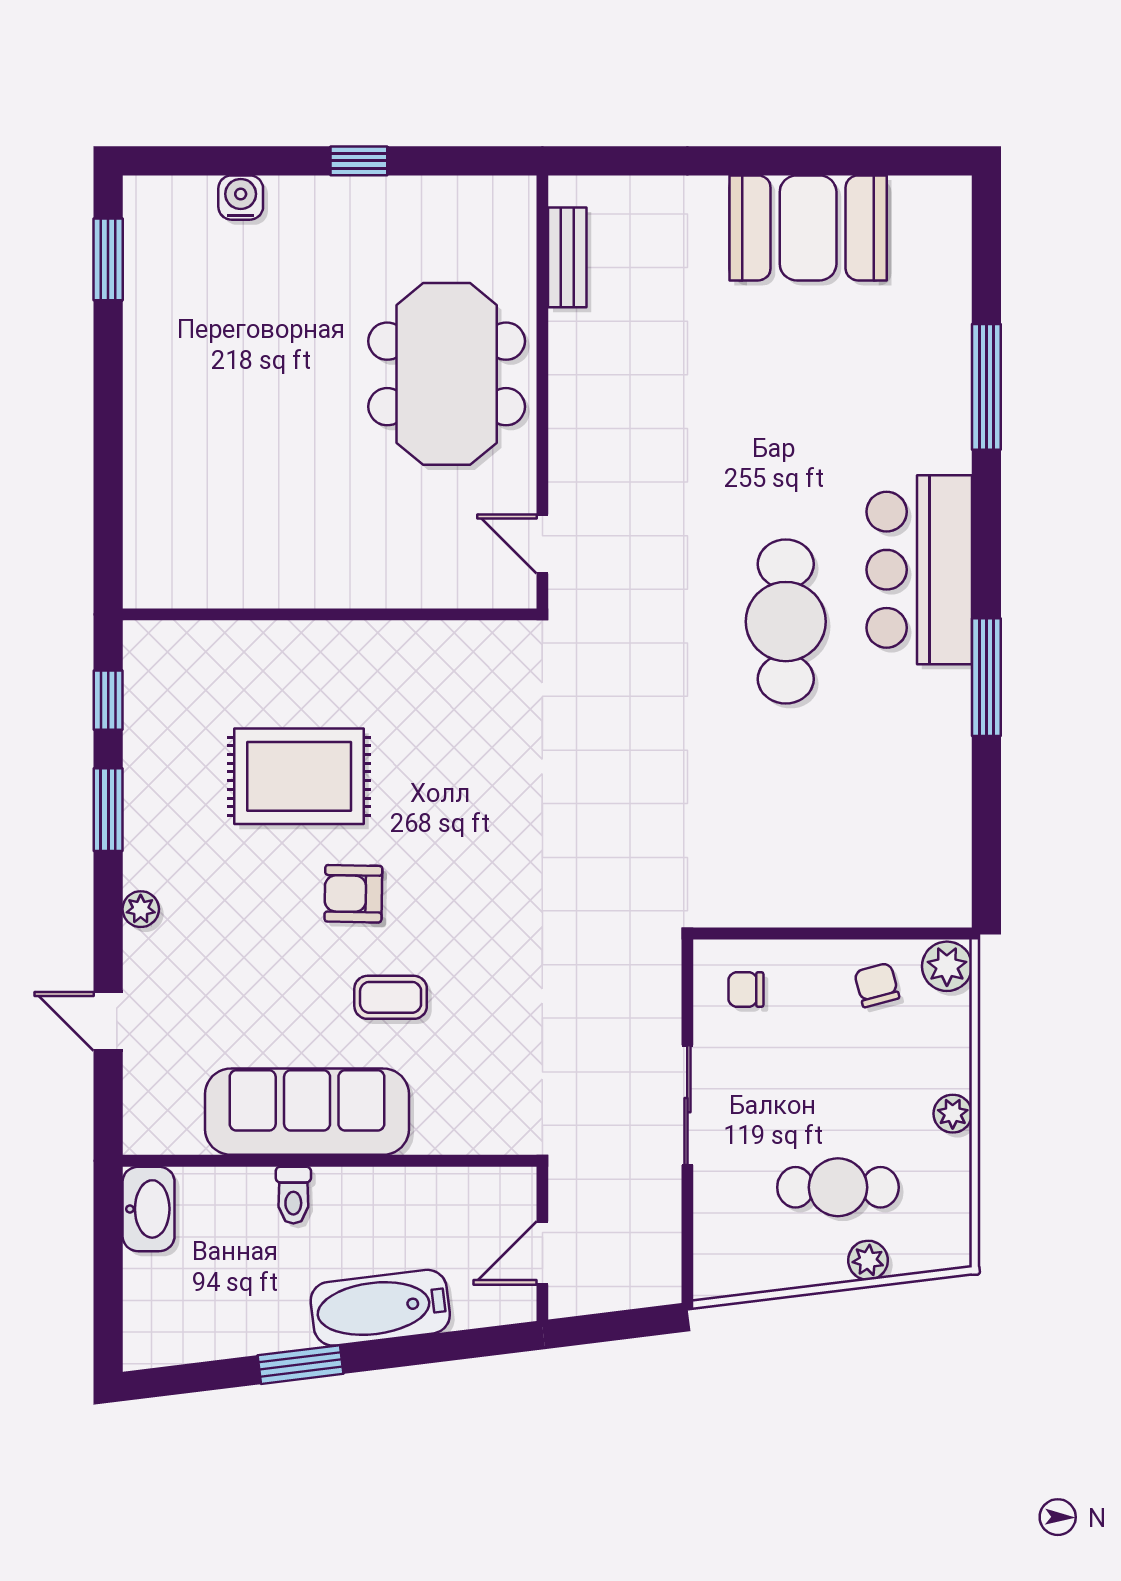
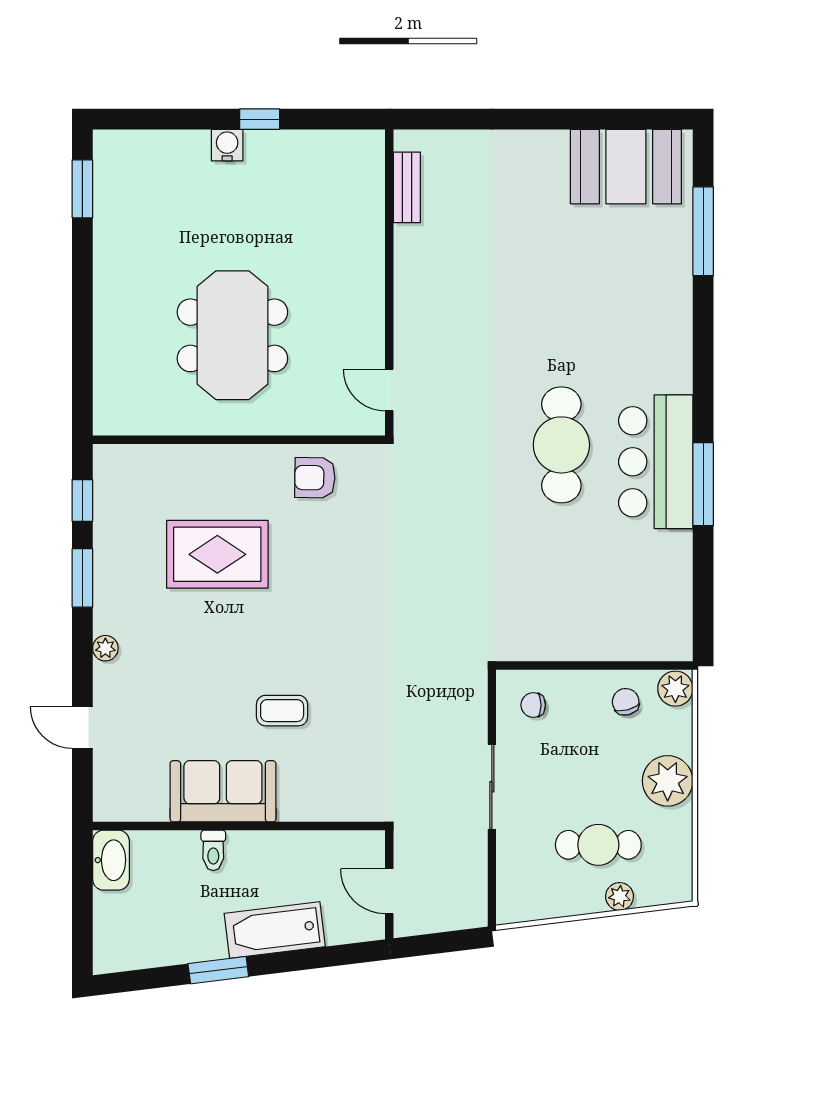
water cooler: (241, 198) -> (227, 145), moved
booth: (808, 228) -> (626, 167), moved
meeting table: (447, 374) -> (232, 335), moved
window: (986, 387) -> (703, 231), moved
bar counter: (919, 570) -> (656, 462), moved
armchair: (353, 894) -> (315, 478), moved
sofa: (307, 1112) -> (223, 791), width x0.73
plant: (953, 1114) -> (668, 781), width x1.87, depth x1.87
door: (542, 1253) -> (389, 891), hinge flipped

